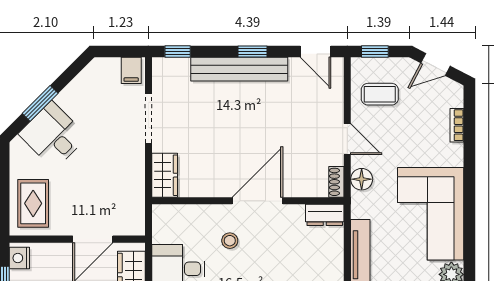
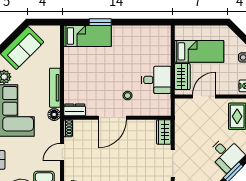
door: (347, 139) -> (62, 152), hinge flipped
floor lamp: (362, 179) -> (54, 115), moved

